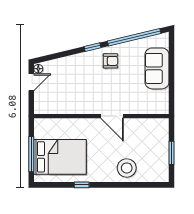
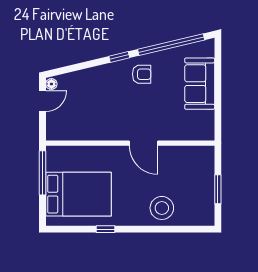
window: (31, 154) -> (43, 173), moved

